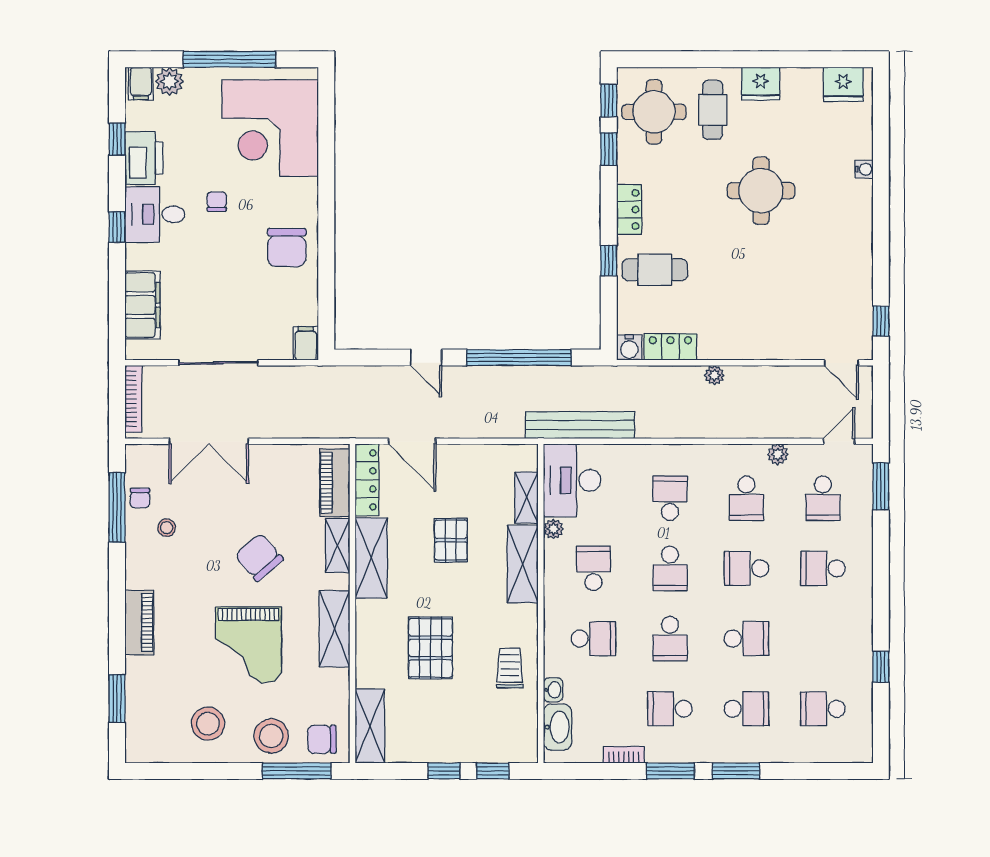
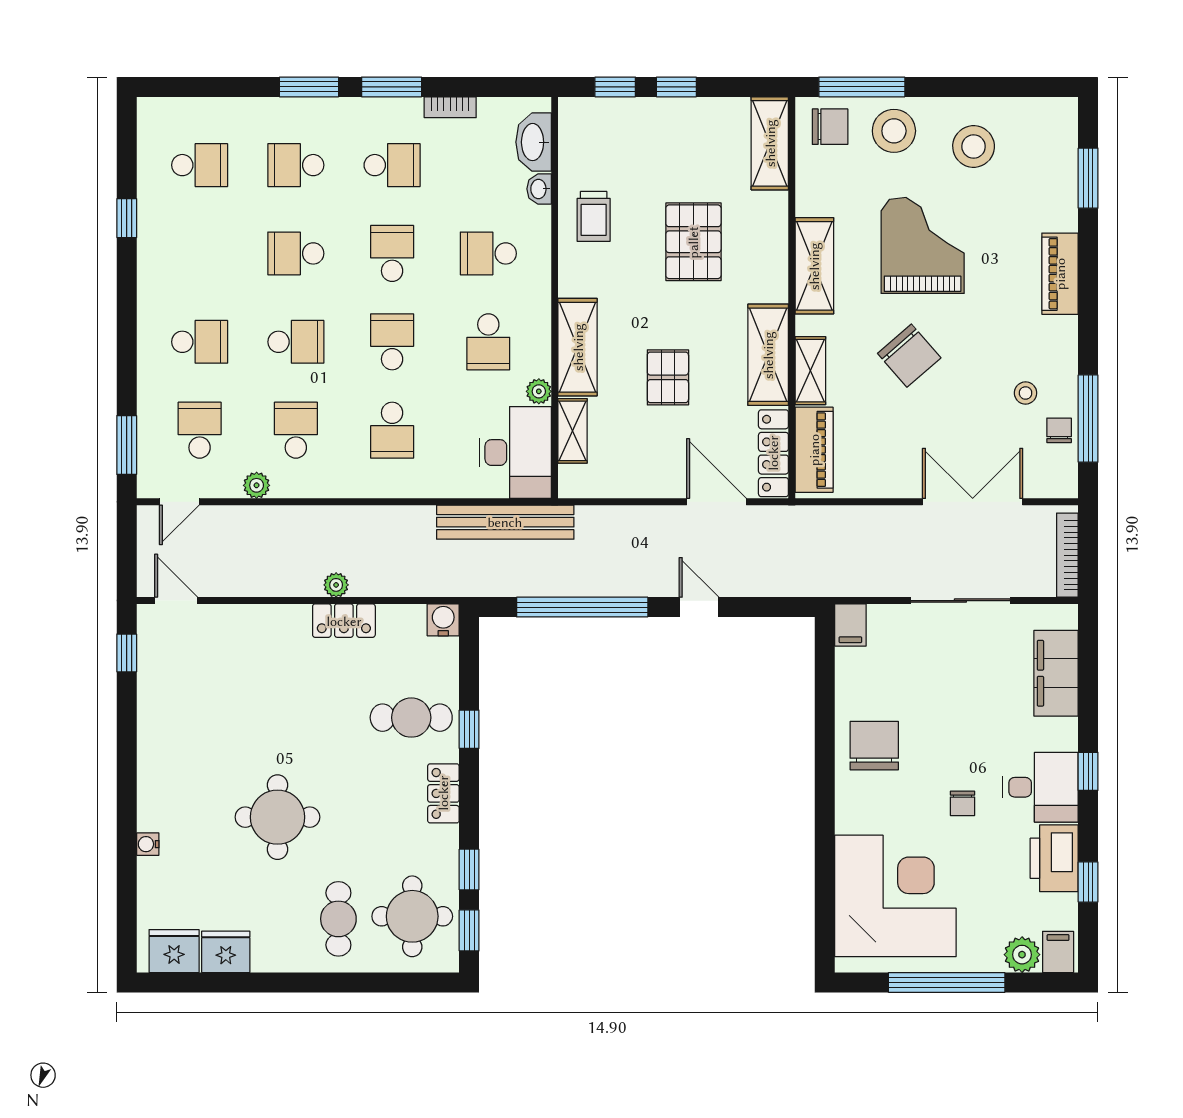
fridge: (761, 84) -> (226, 952), moved
locker: (670, 347) -> (344, 621), moved

